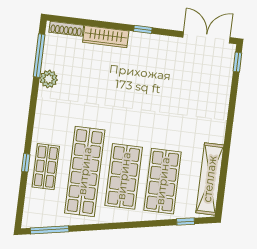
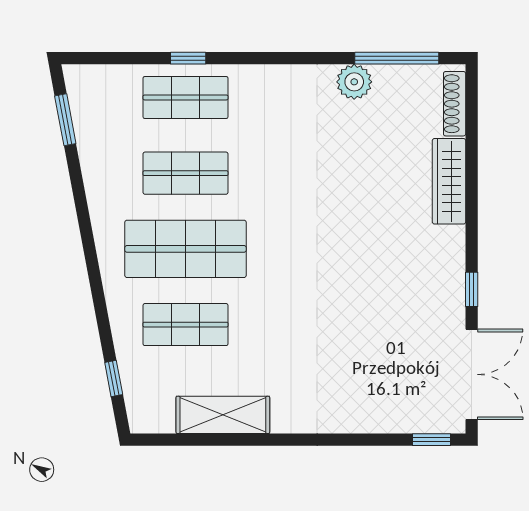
window: (143, 29) -> (472, 289), moved
shop shelf: (85, 171) -> (186, 173), width x0.50, depth x0.74
shelving: (210, 179) -> (223, 415), width x0.68
shop shelf: (163, 181) -> (186, 325), width x0.70, depth x0.74
window: (50, 230) -> (65, 120), width x0.69

